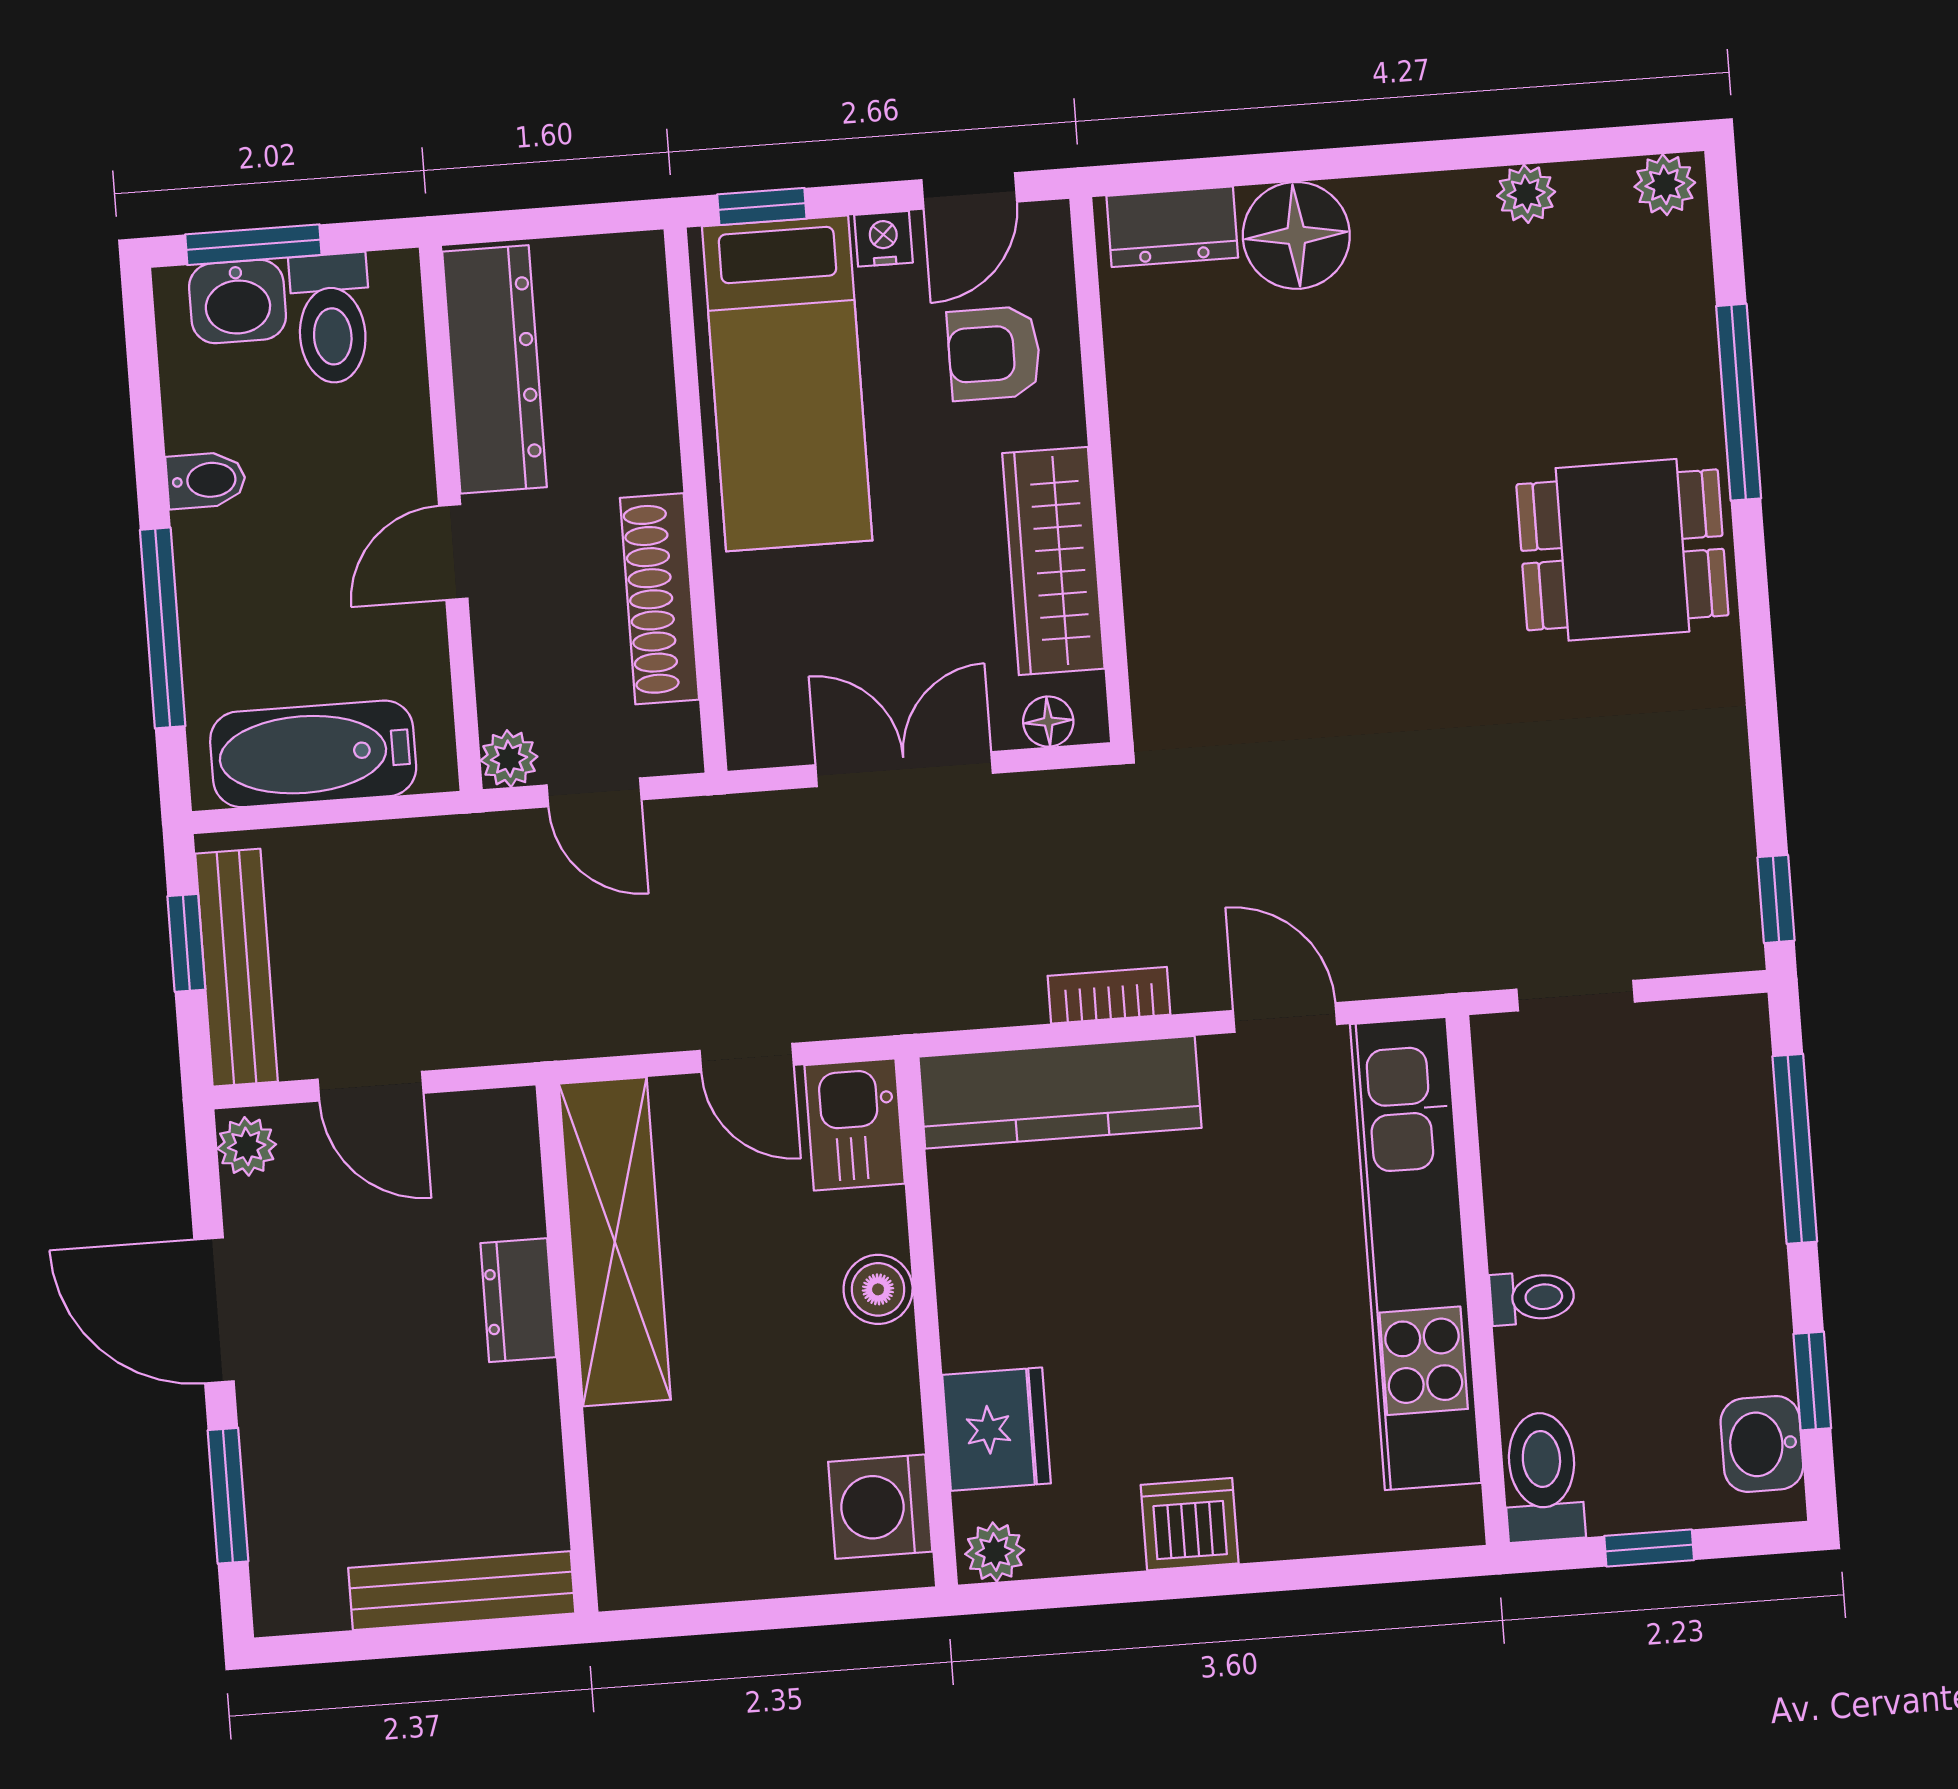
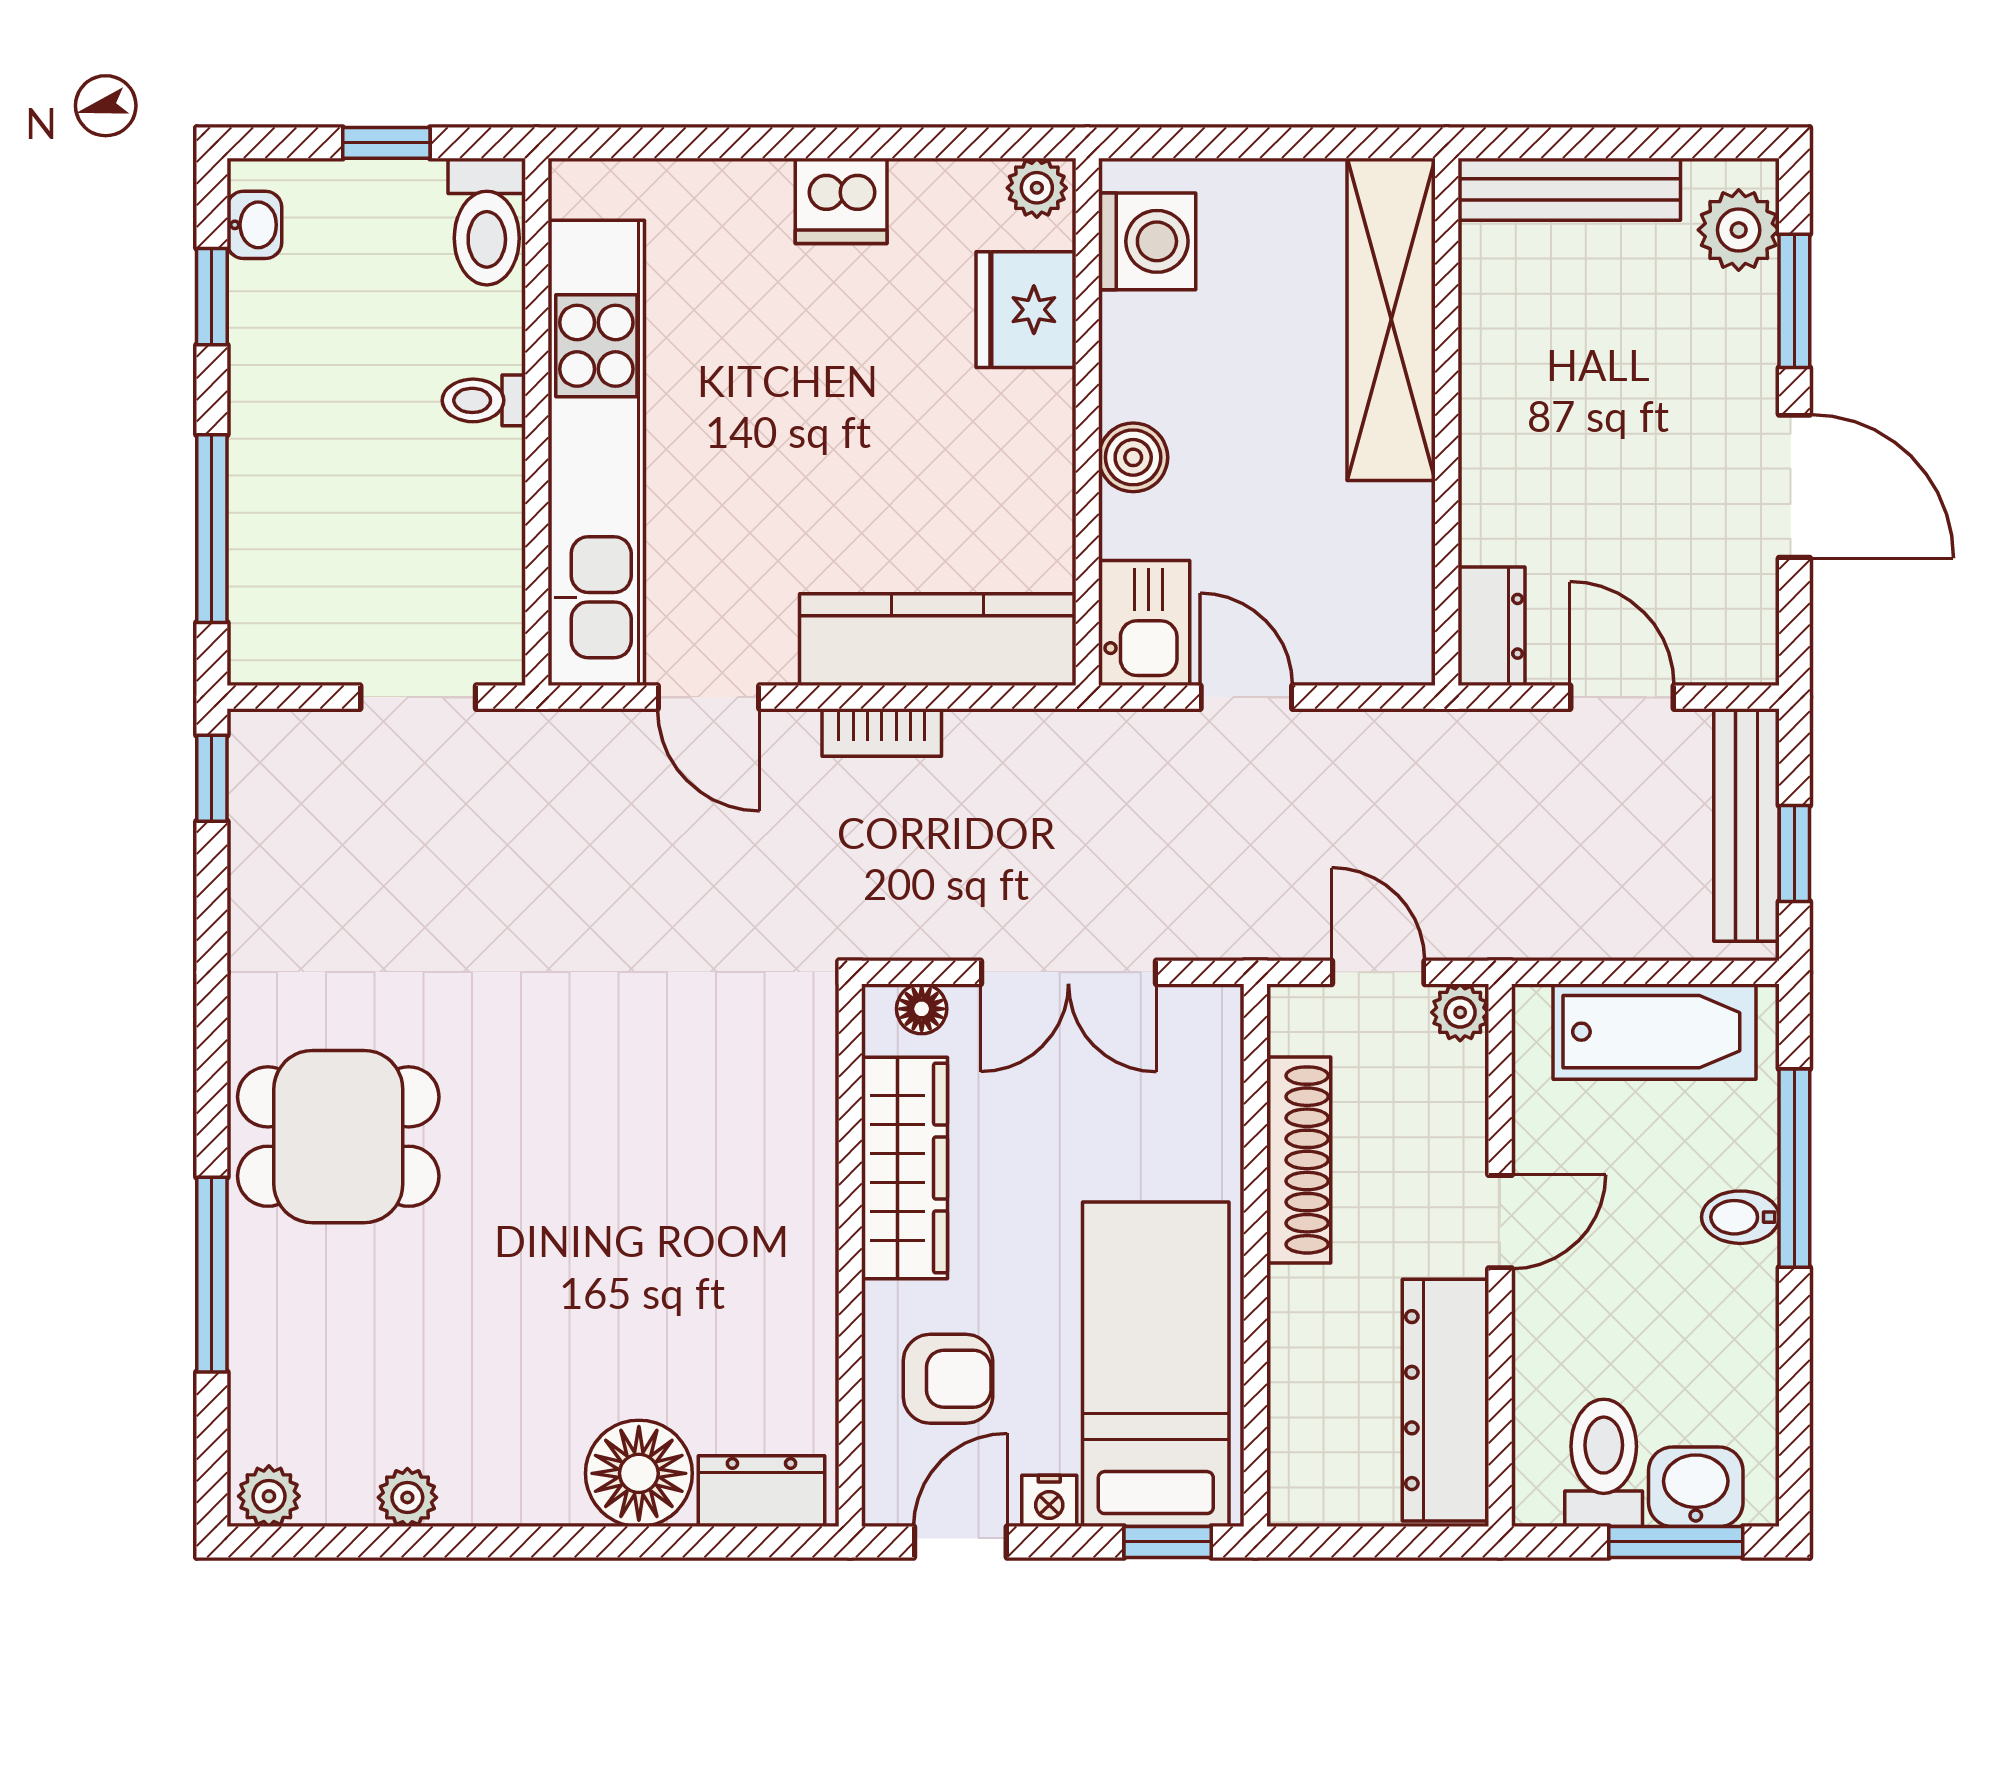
bidet: (206, 480) -> (1740, 1217), moved
plant: (247, 1146) -> (1739, 230), moved, width x1.38, depth x1.38
shelving: (615, 1242) -> (1391, 319), moved
dresser: (518, 1300) -> (1491, 626), moved
washbasin: (1762, 1444) -> (254, 225), width x0.72, depth x0.69

